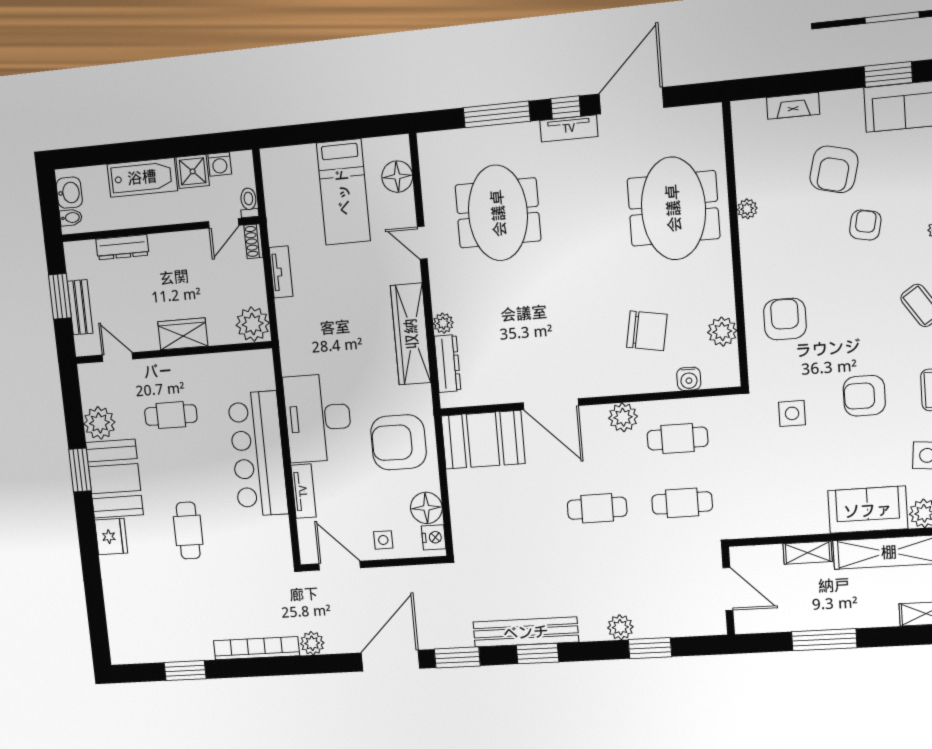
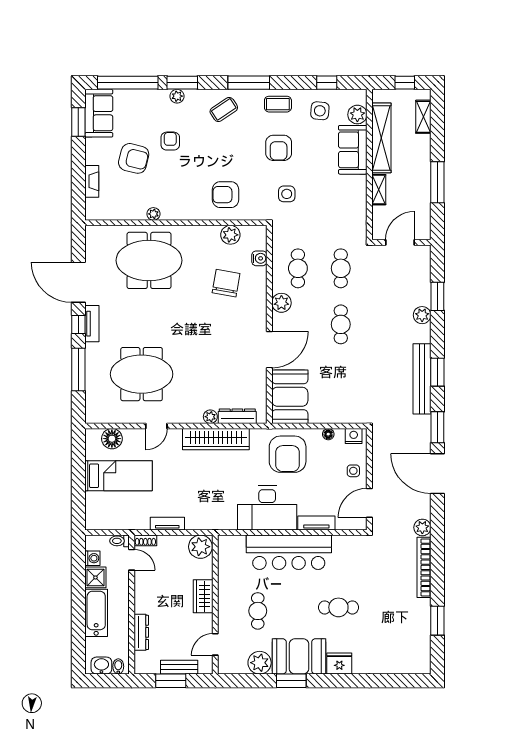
armchair: (865, 225) -> (170, 141), turned 79
floor lamp: (426, 508) -> (328, 434), width x0.53, depth x0.53

